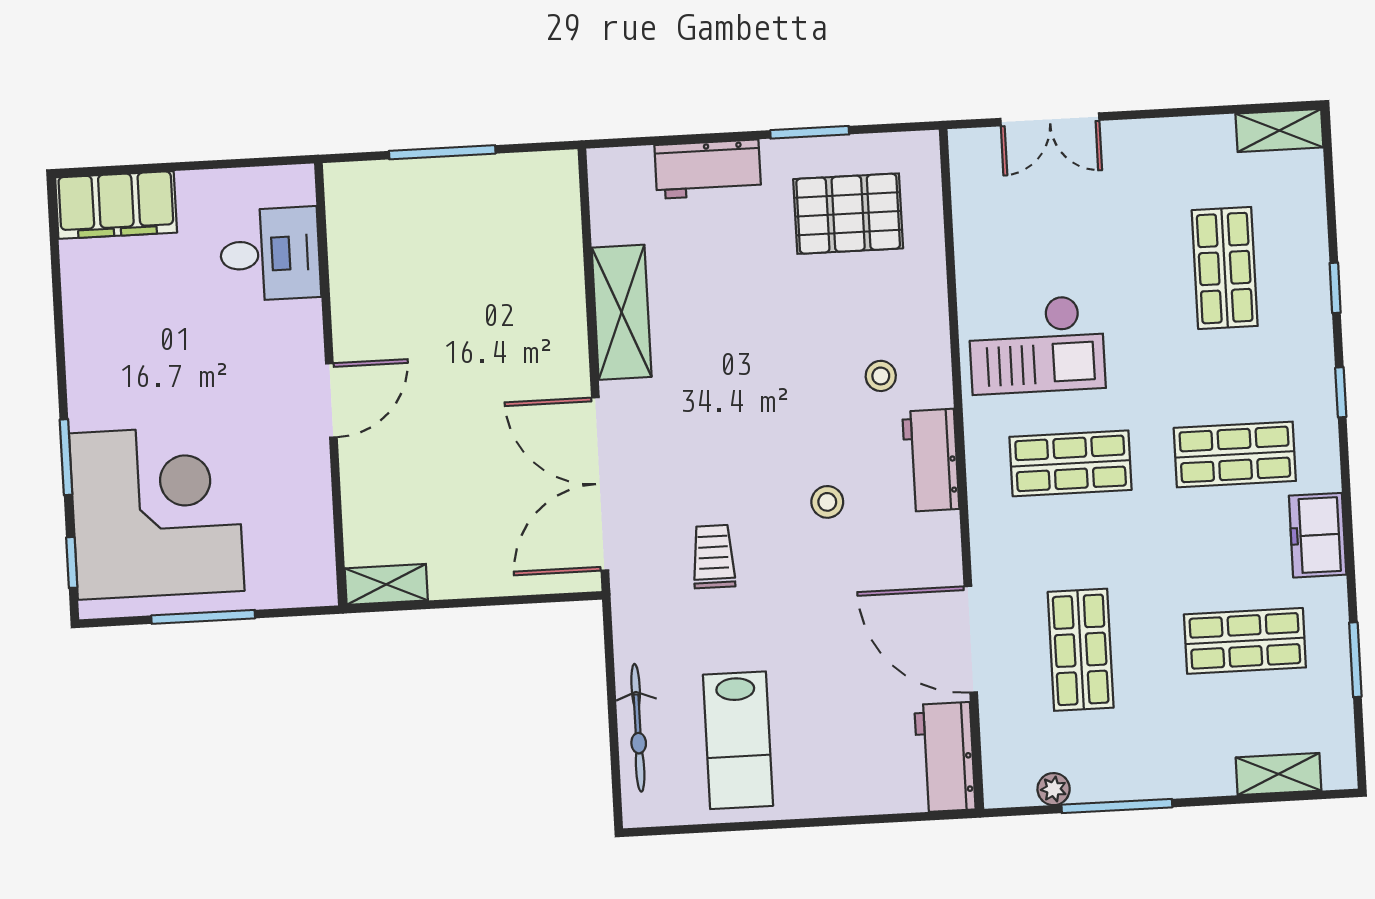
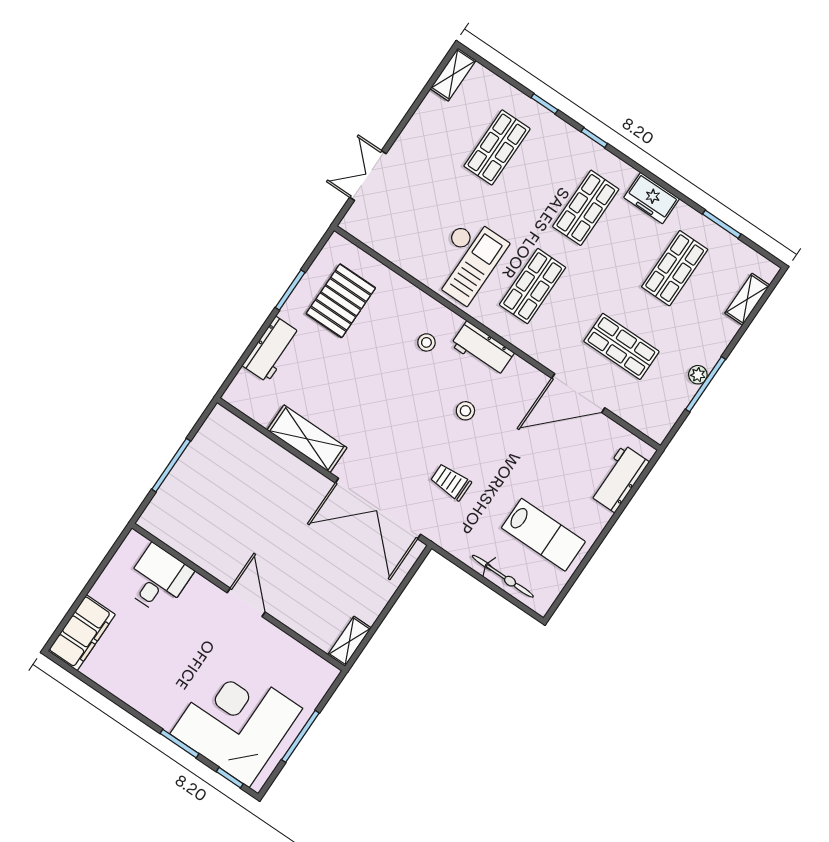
double door: (1050, 119) -> (368, 176), swing flipped
shop shelf: (1225, 268) -> (497, 147), turned 90
workbench: (945, 757) -> (619, 479), moved, turned 90
plant: (1054, 789) -> (698, 375), moved

